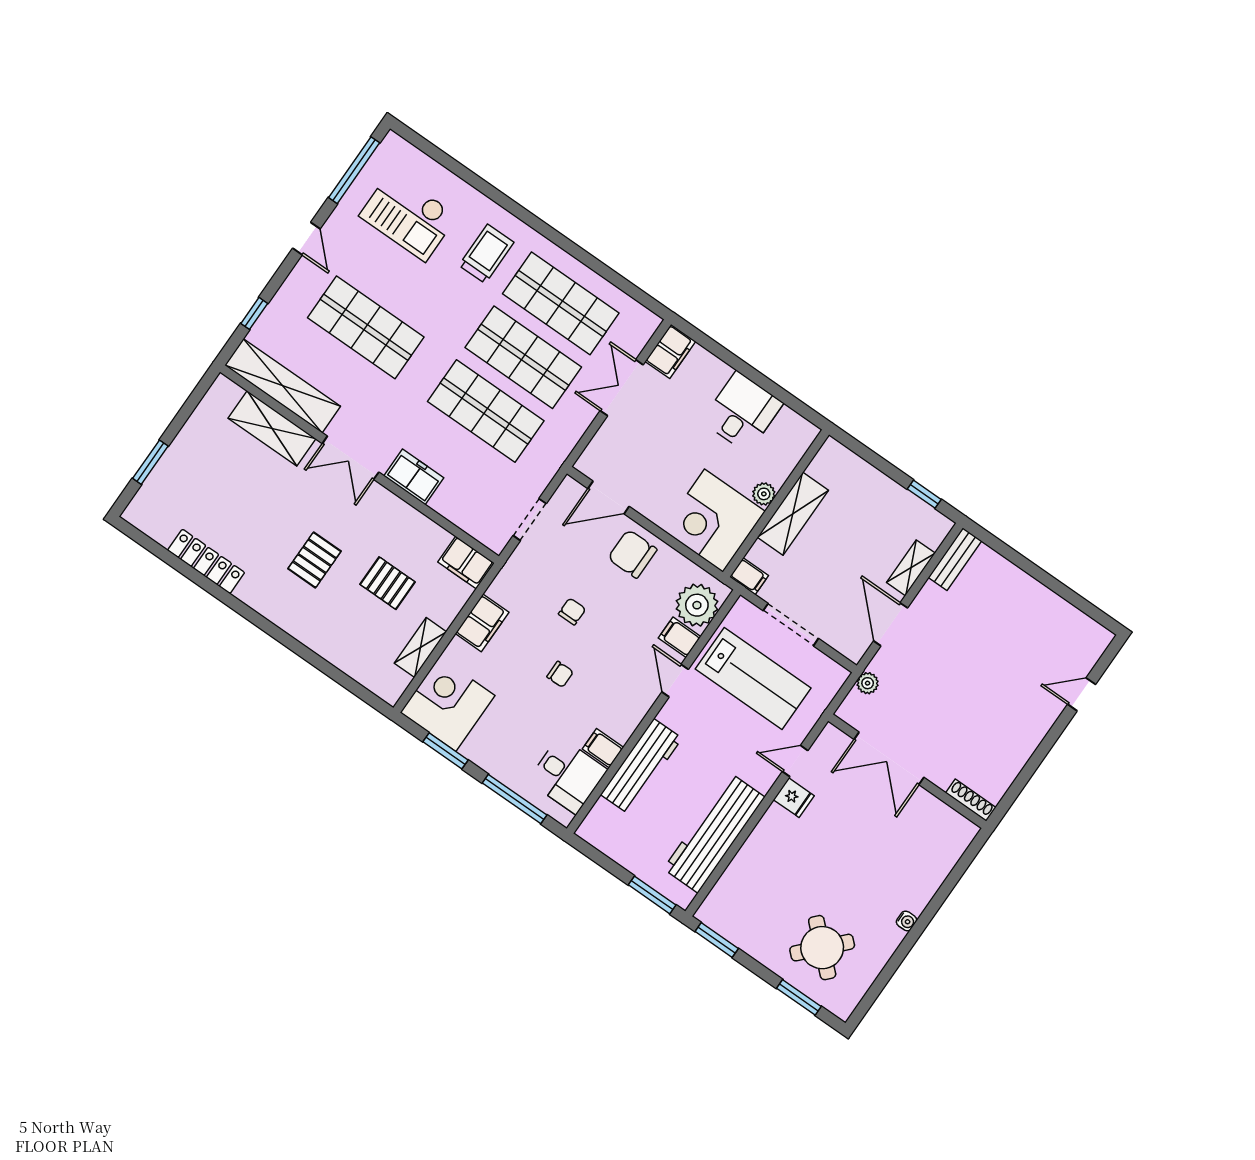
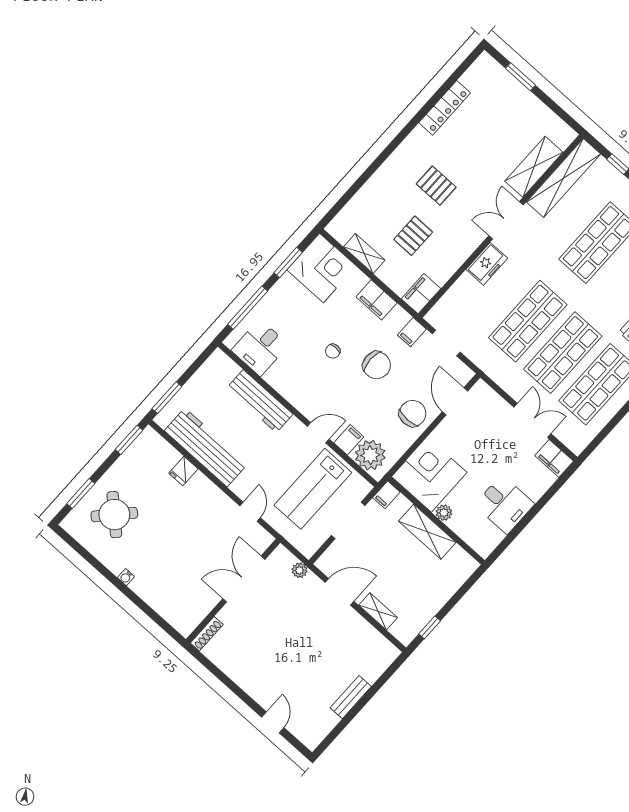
bench: (955, 559) -> (351, 697), moved, turned 90
chair: (572, 612) -> (377, 365), width x1.87, depth x1.87
filing cabinet: (603, 748) -> (412, 332), moved, turned 180
fridge: (794, 798) -> (183, 471), moved

